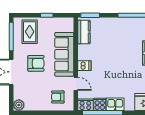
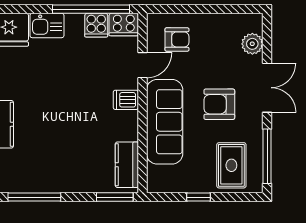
door: (76, 84) -> (142, 65), swing flipped
kitchen sink: (115, 104) -> (47, 25), moved
plant: (19, 105) -> (252, 44), moved

